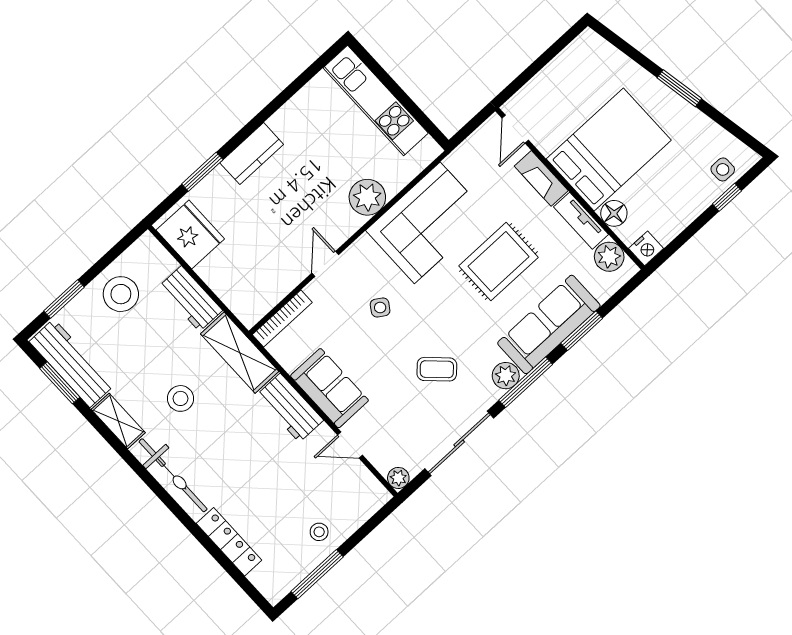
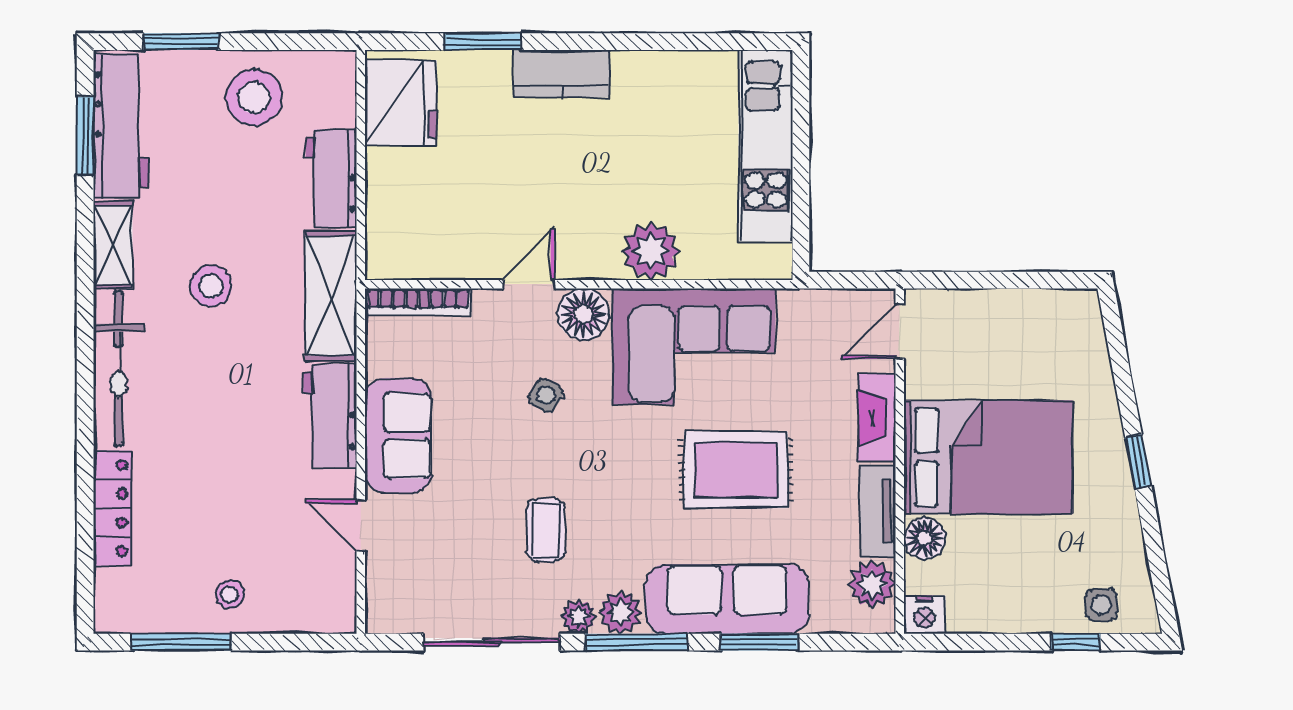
window: (679, 88) -> (1138, 461), width x0.67
floor lamp: (363, 255) -> (583, 314), added
coffee table: (437, 369) -> (546, 530), turned 46
plant: (398, 478) -> (578, 617), moved

